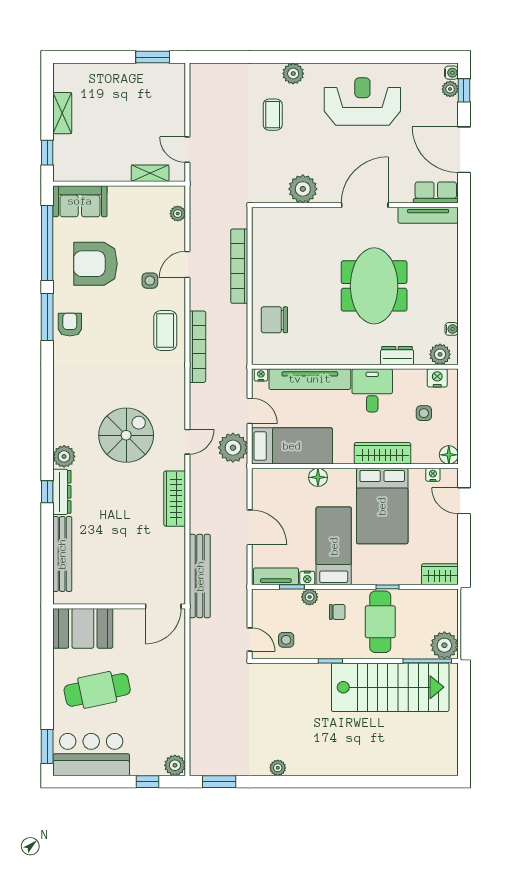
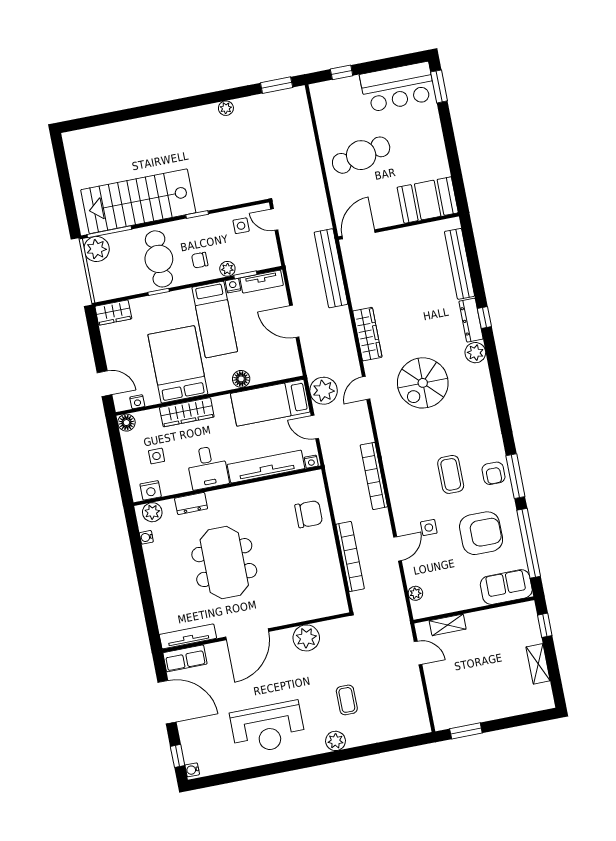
plant: (450, 89) -> (190, 755), removed
coffee table: (165, 331) -> (451, 474), moved
cafe table: (97, 690) -> (361, 155), moved
plant: (175, 765) -> (320, 92), removed

